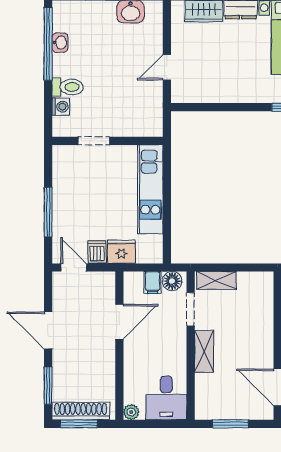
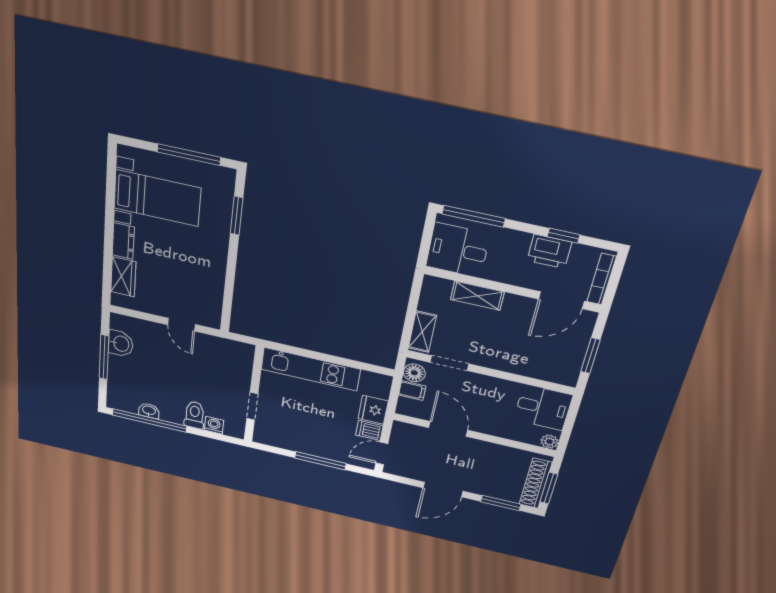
shelving: (204, 351) -> (477, 296), moved

